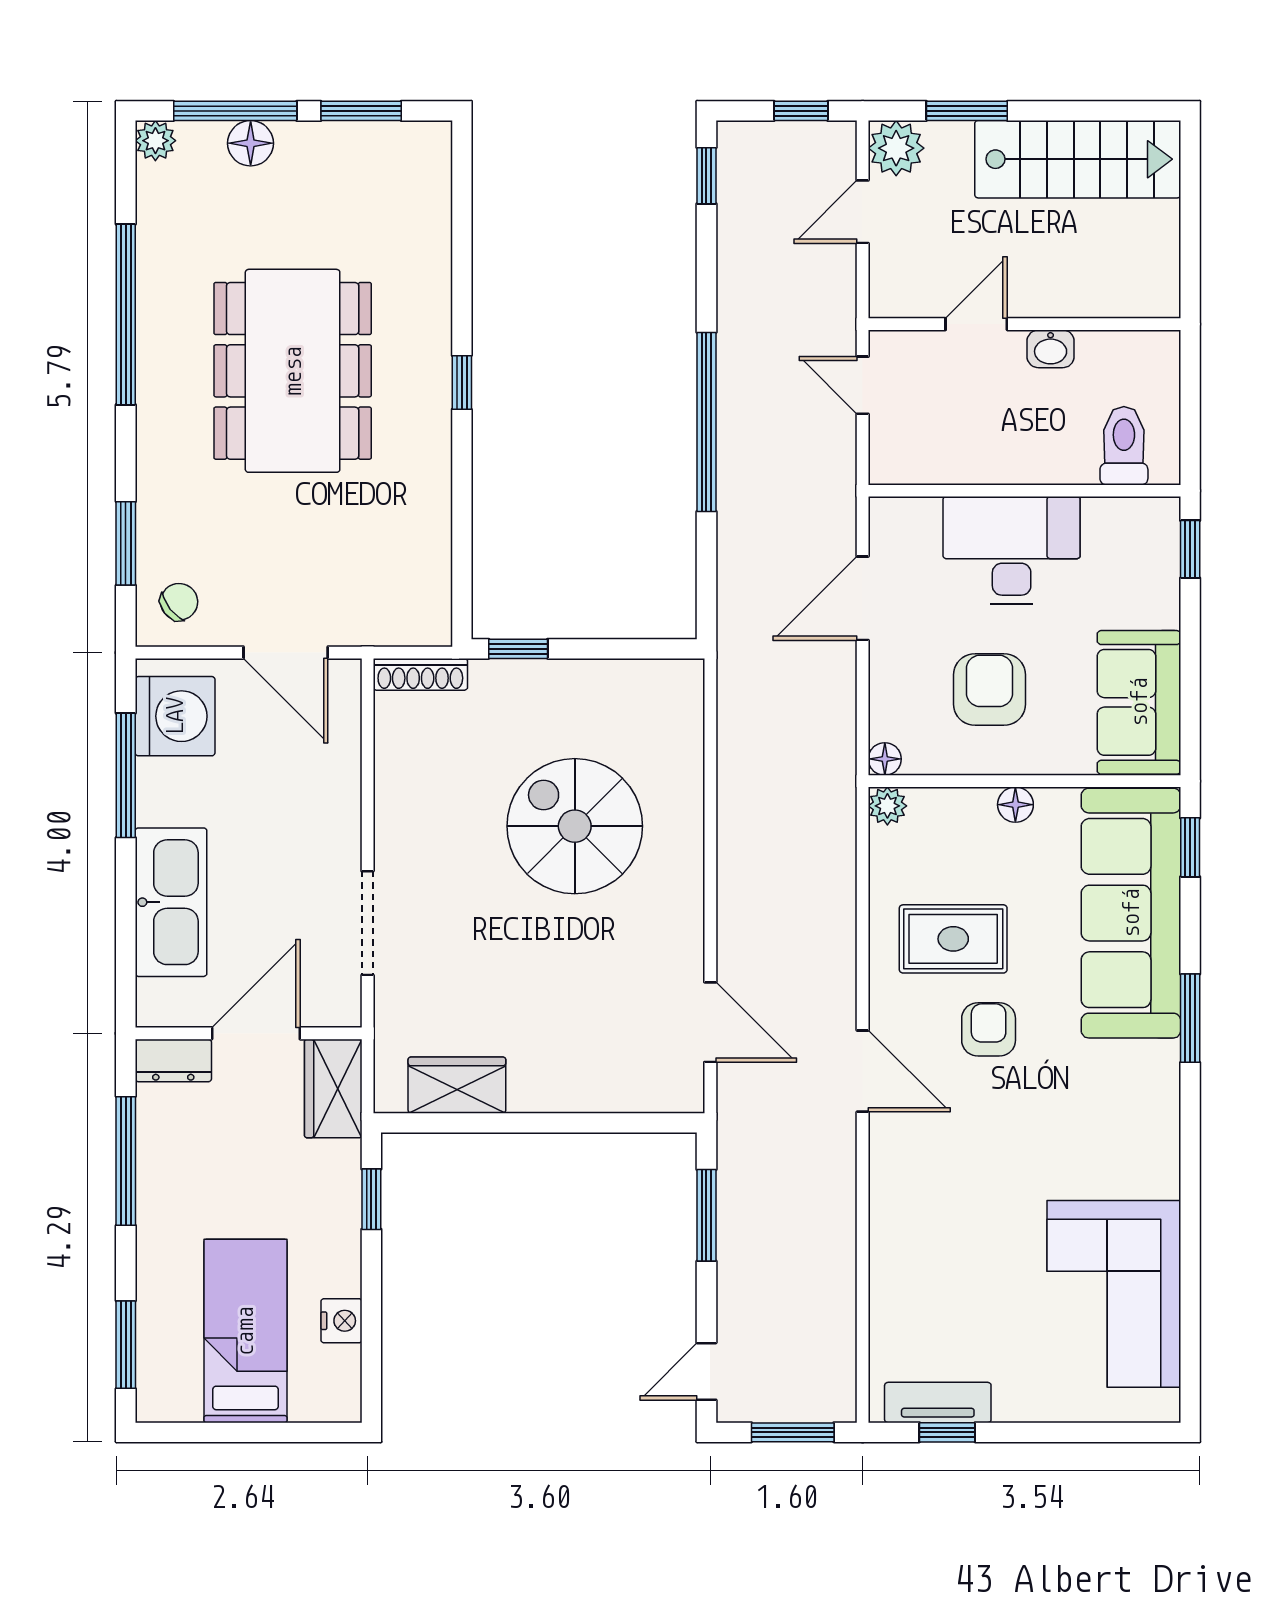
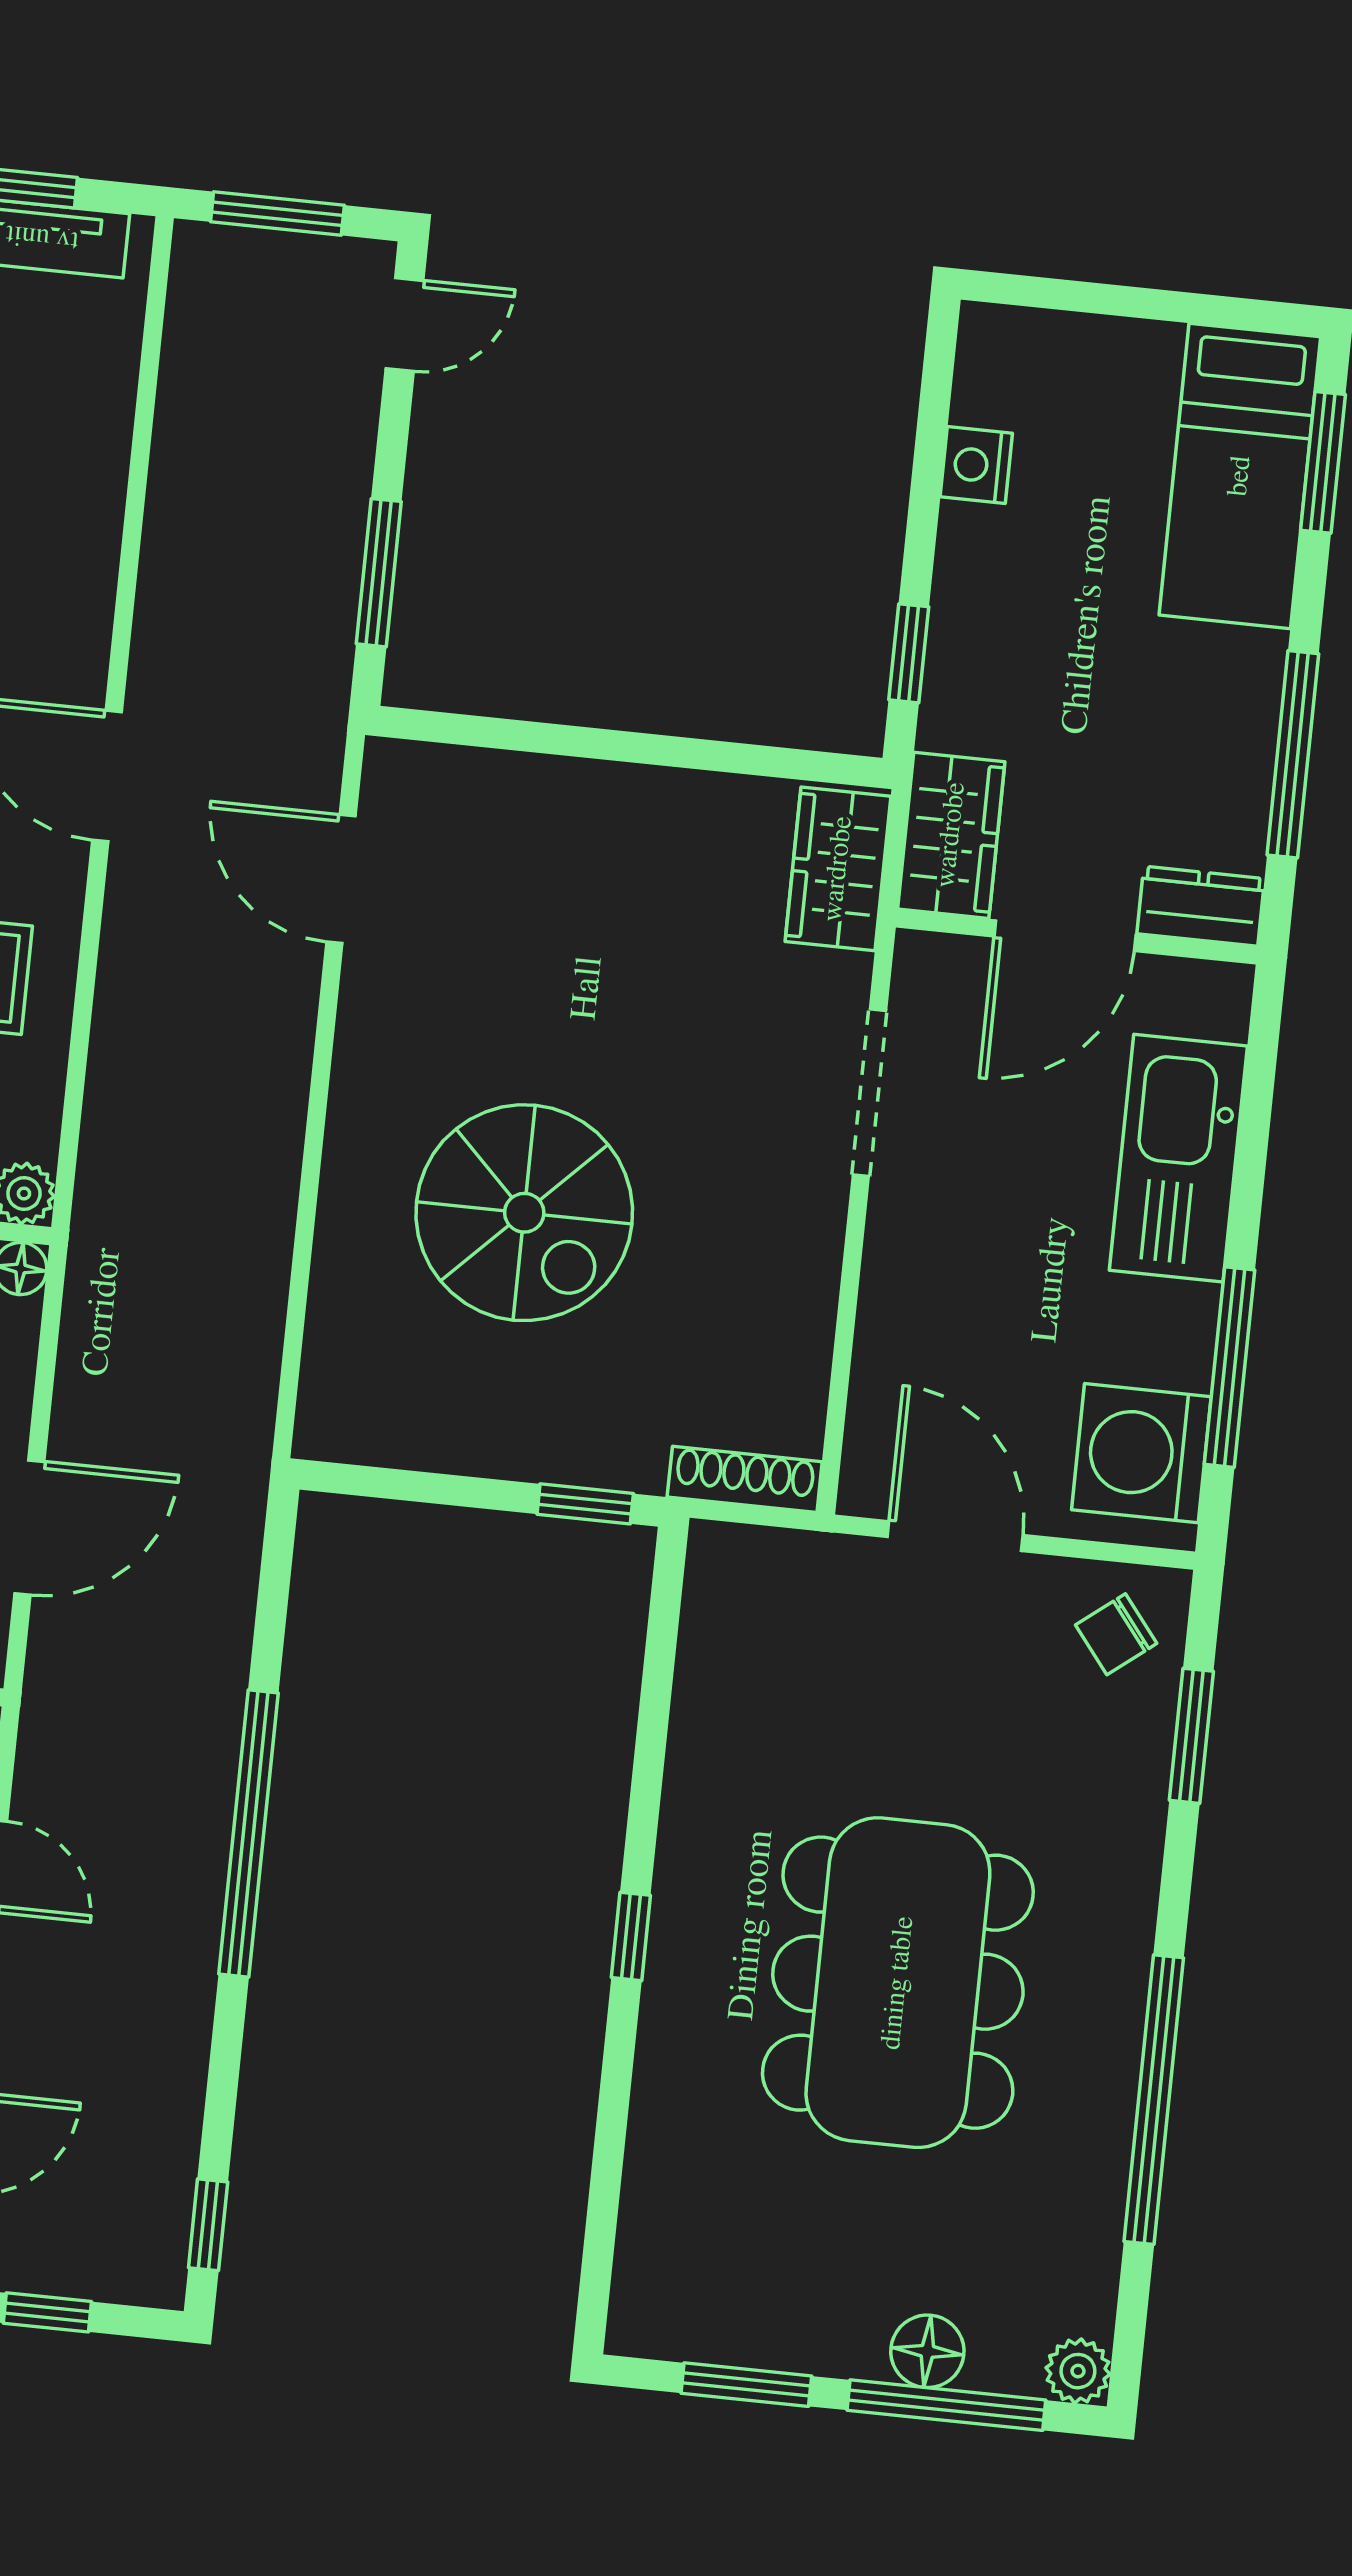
wardrobe: (457, 1085) -> (838, 869), moved, turned 90
bed: (245, 1331) -> (1240, 476), moved

